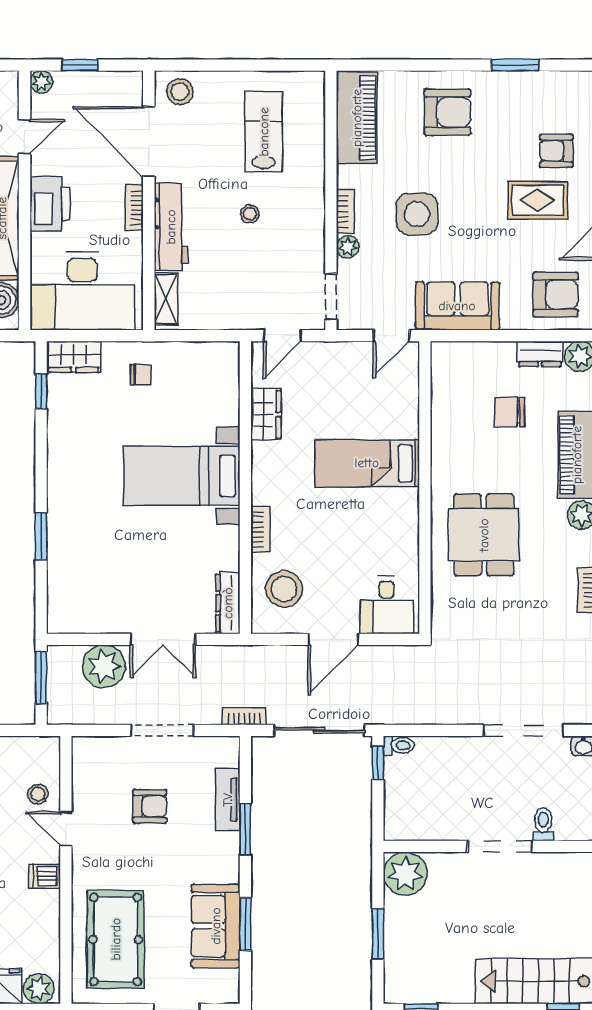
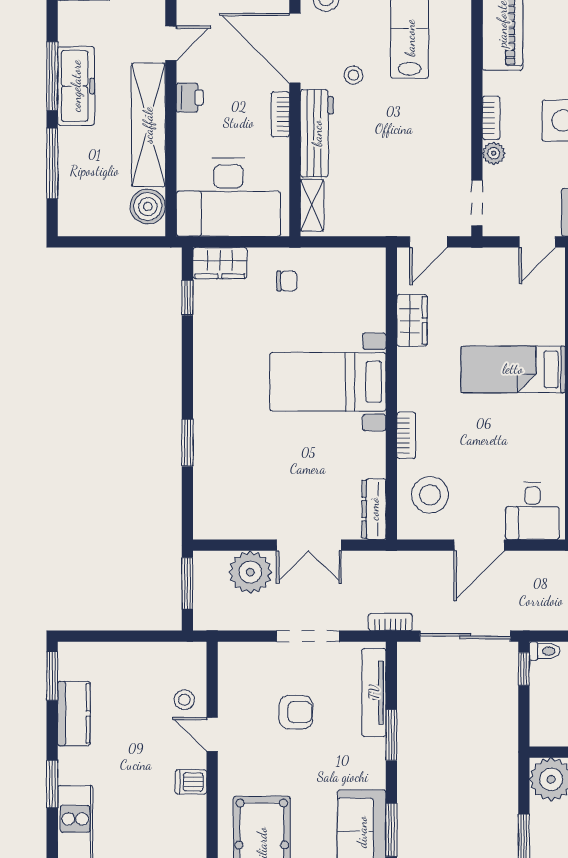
printer: (50, 204) -> (190, 98), width x0.53, depth x0.68
stool: (250, 214) -> (353, 75), moved
tv unit: (228, 800) -> (374, 692), width x1.41

